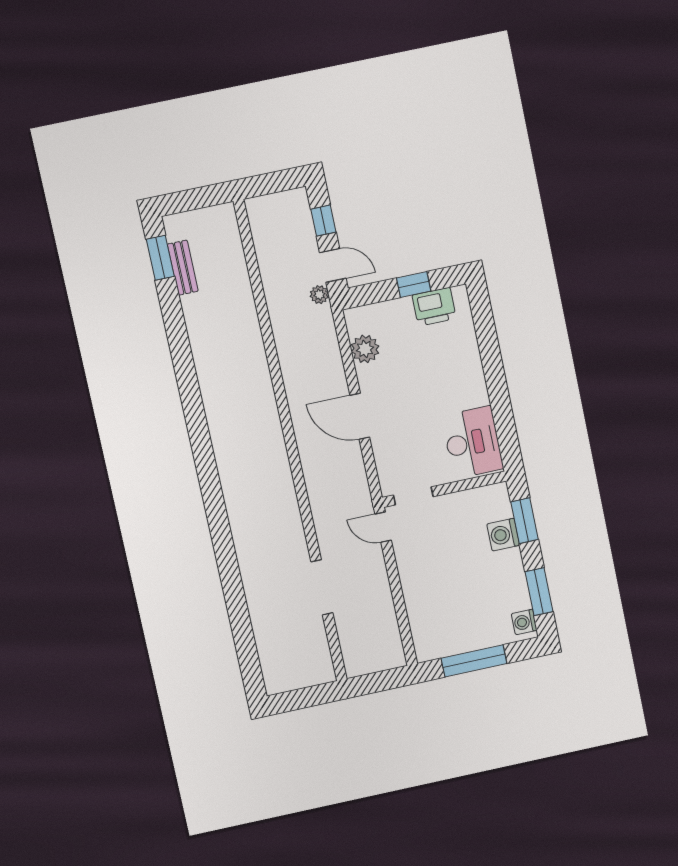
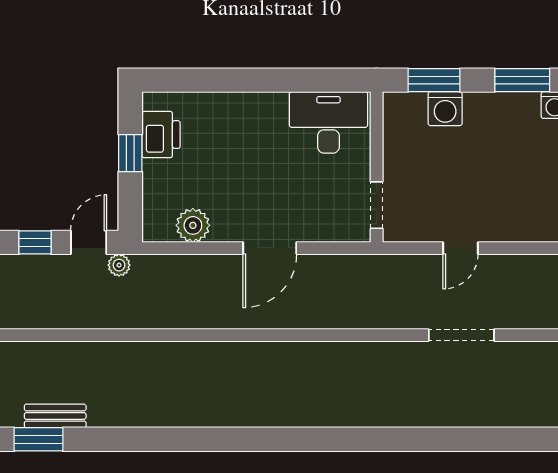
door: (383, 527) -> (461, 248), moved

